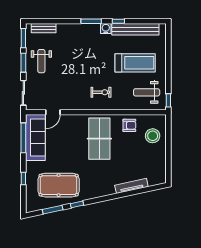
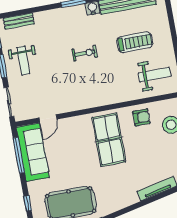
treadmill: (135, 63) -> (135, 42), width x0.73, depth x0.73
exercise bike: (101, 92) -> (85, 53), moved
weight bench: (147, 92) -> (155, 75), turned 180

